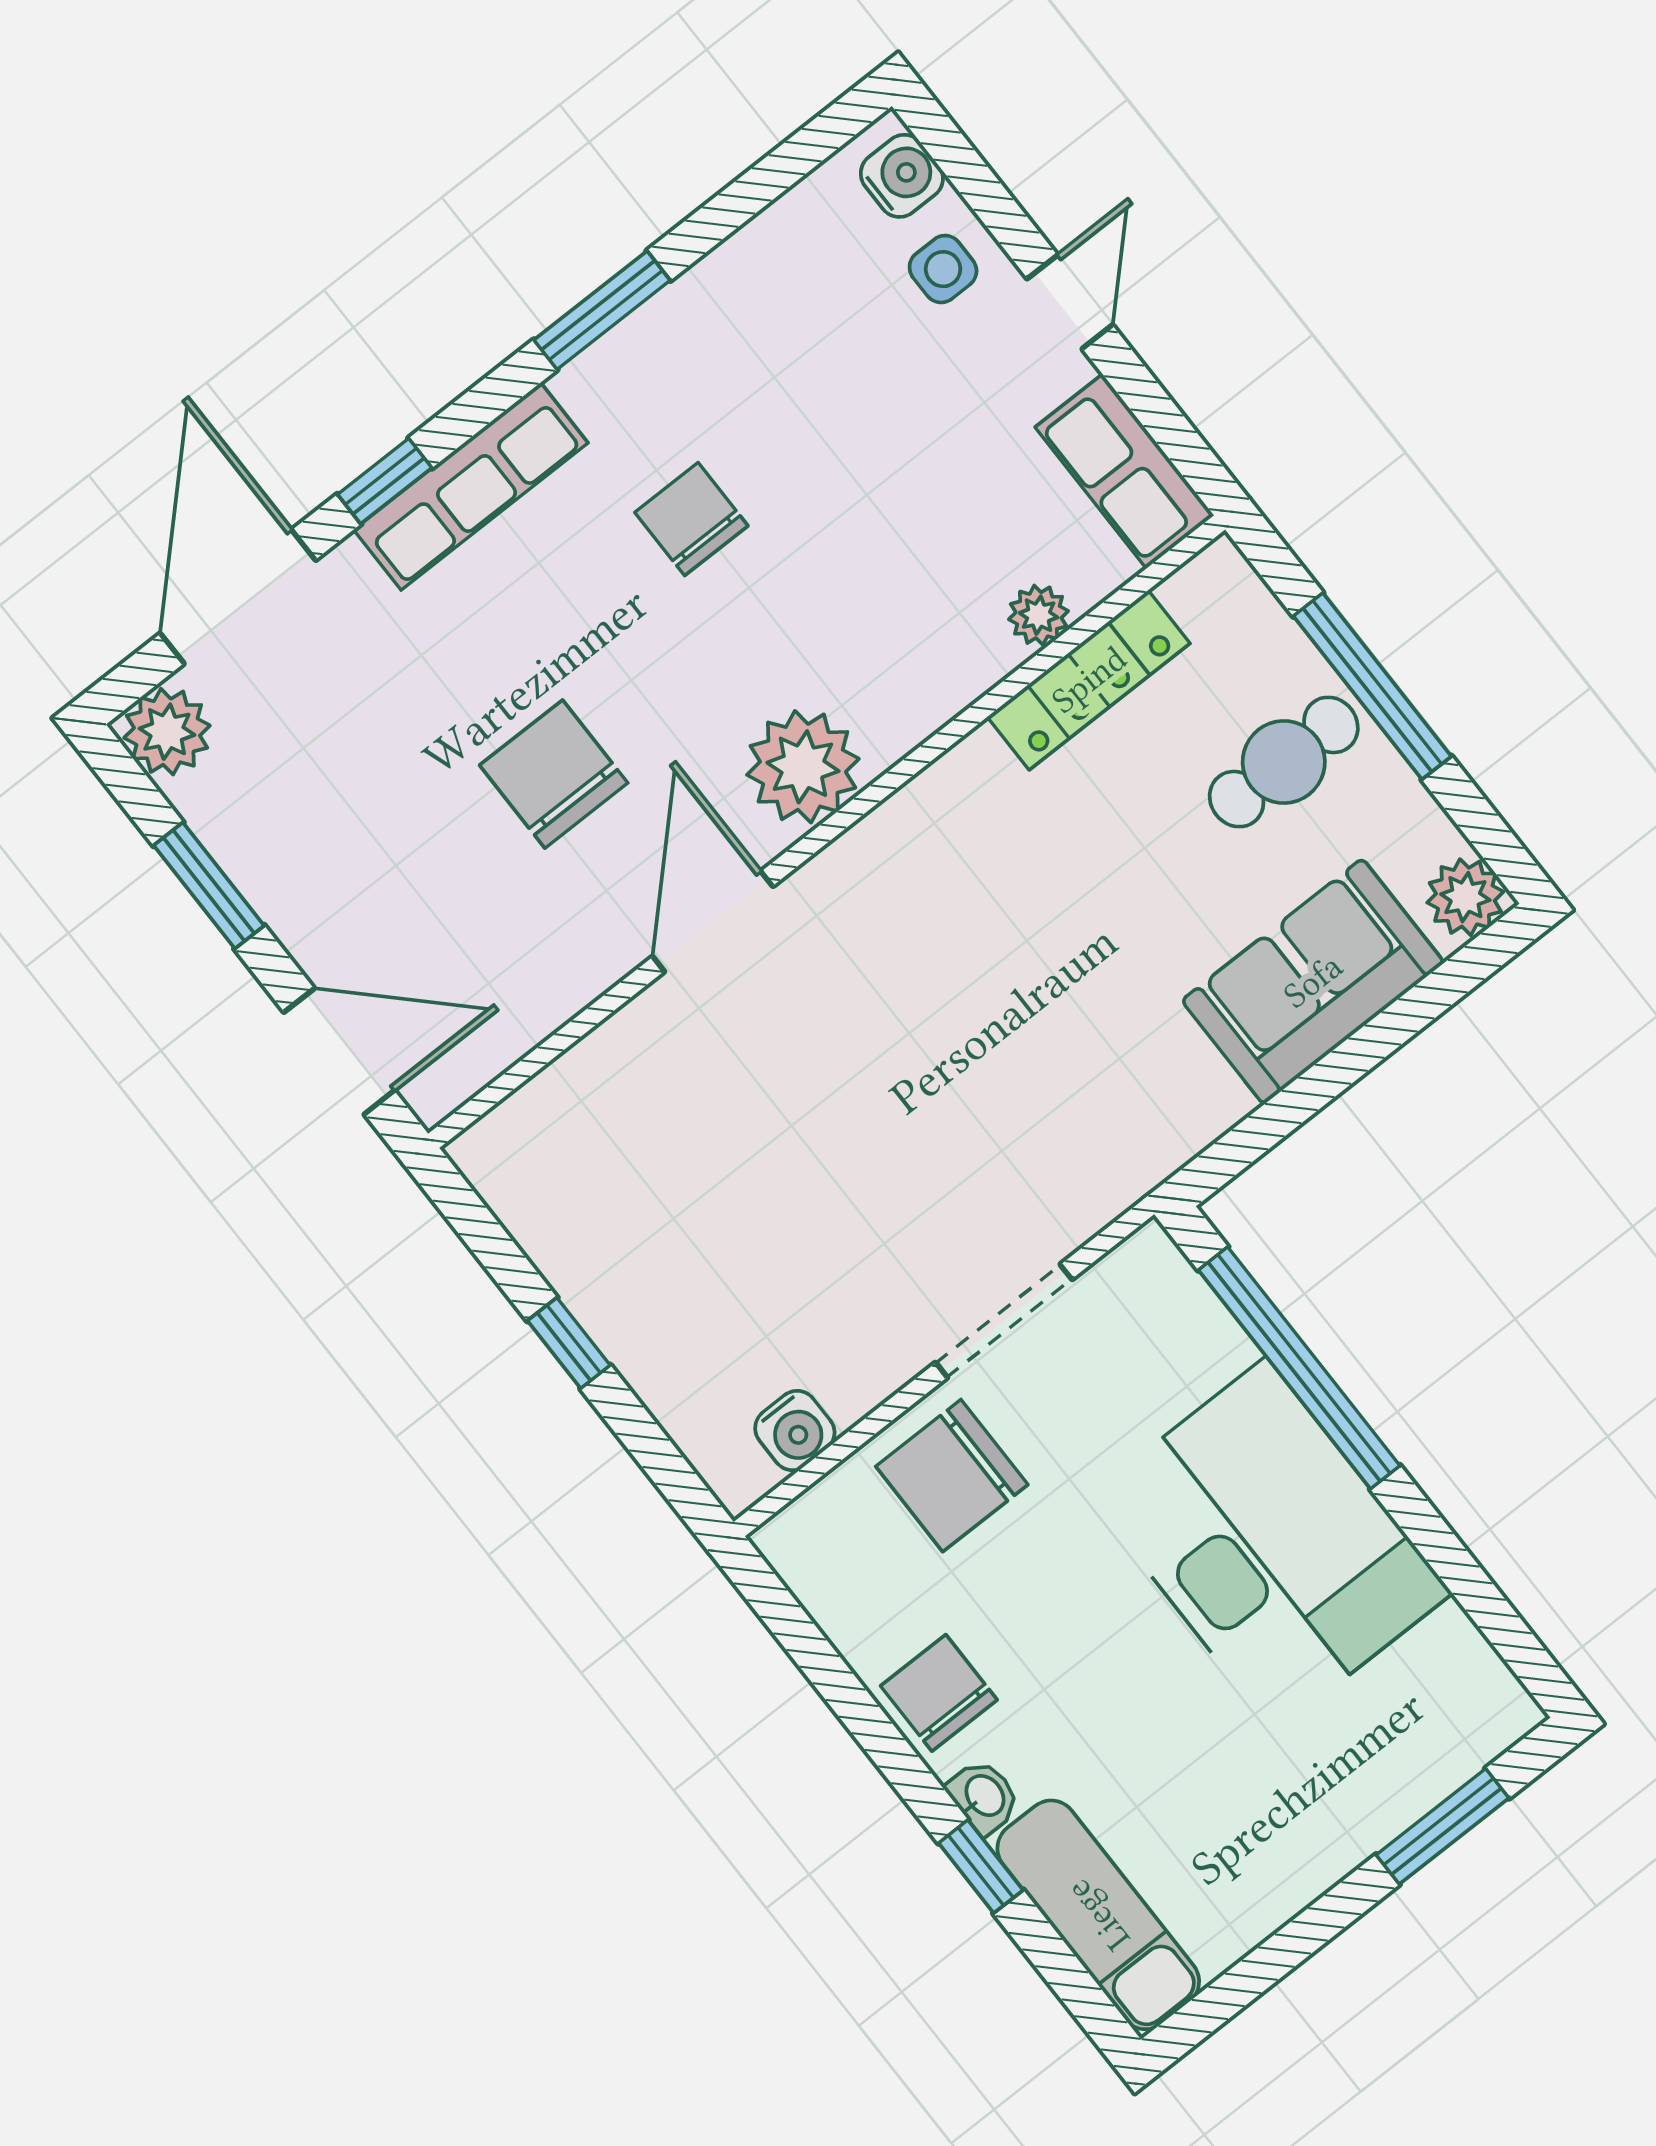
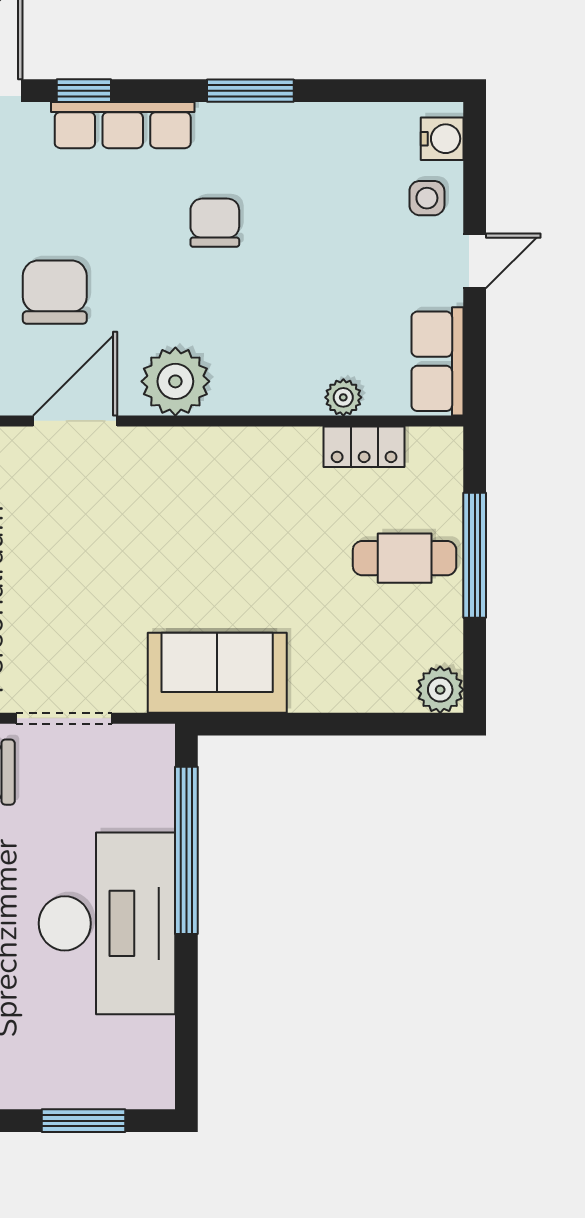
locker: (1089, 680) -> (364, 447), width x0.66
sofa: (1313, 981) -> (217, 673), moved

